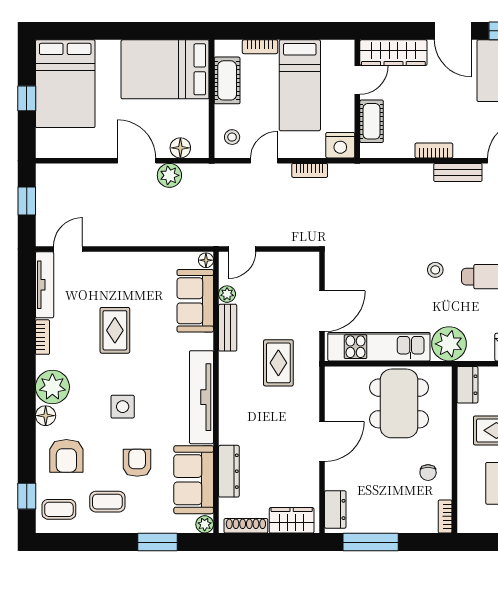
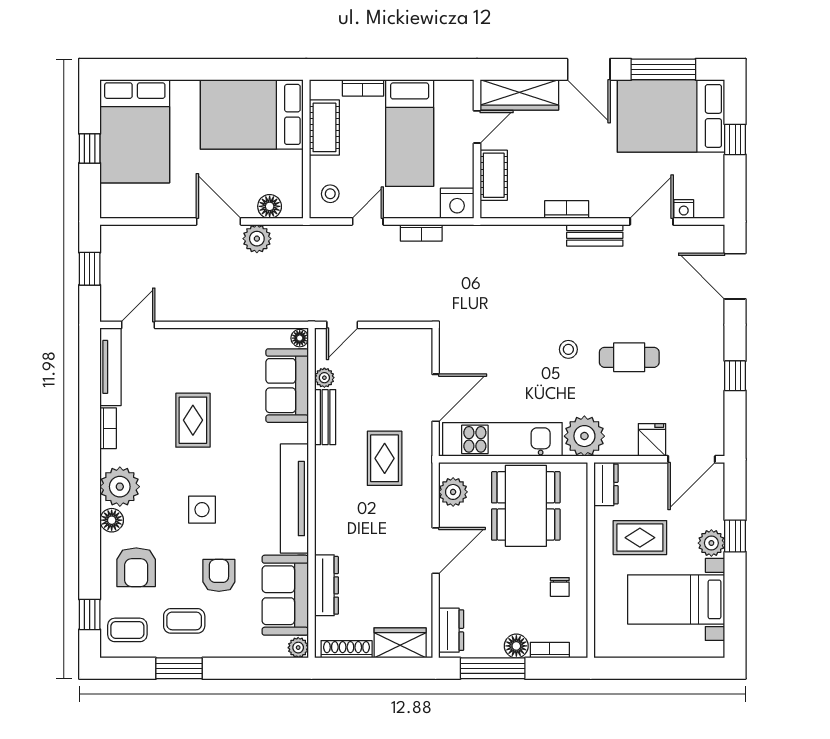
plant: (337, 392) -> (453, 492), added
bookcase: (445, 516) -> (550, 650), moved, turned 90
floor lamp: (391, 523) -> (516, 646), added
window: (157, 542) -> (179, 668), moved

